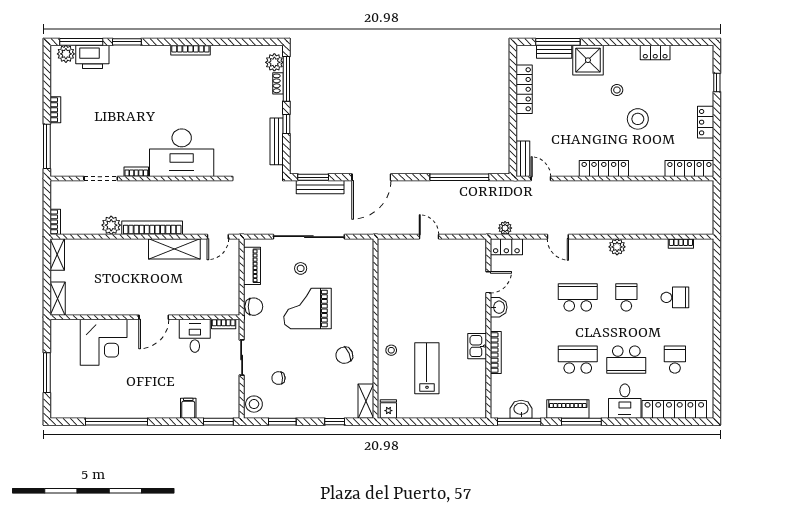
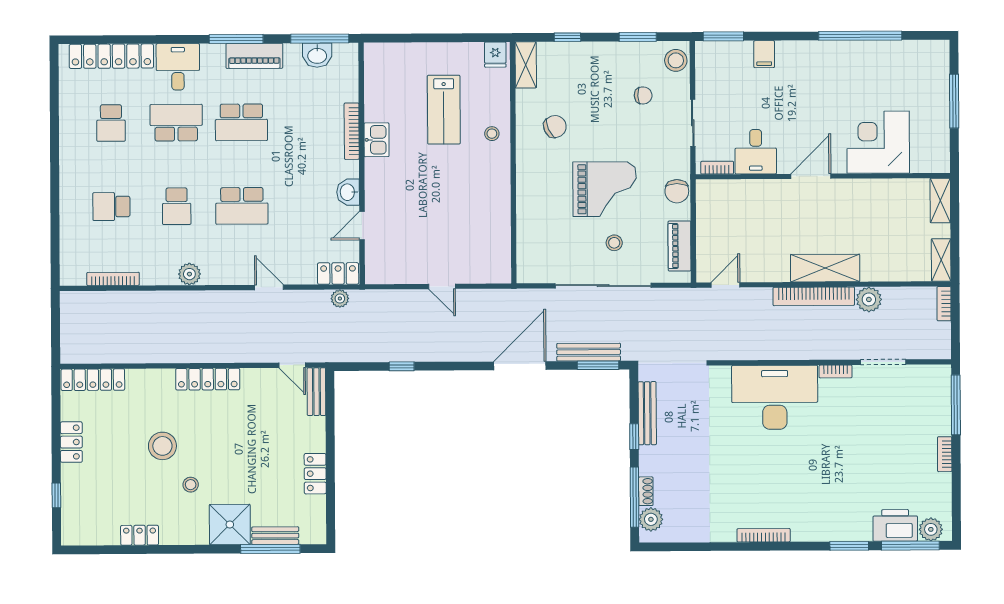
locker: (524, 89) -> (315, 474), width x0.66
window: (459, 177) -> (402, 366), width x0.32
bookcase: (681, 244) -> (113, 279), width x1.56
shelving: (174, 249) -> (825, 268), moved
chair: (254, 307) -> (677, 191), turned -90

